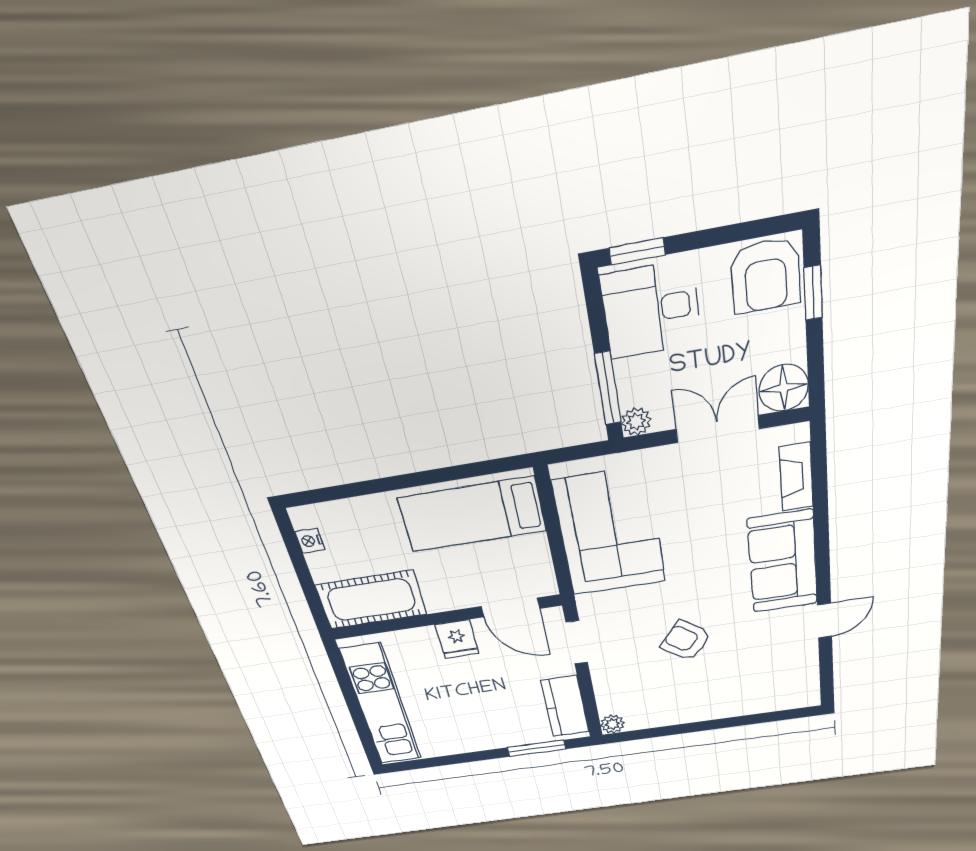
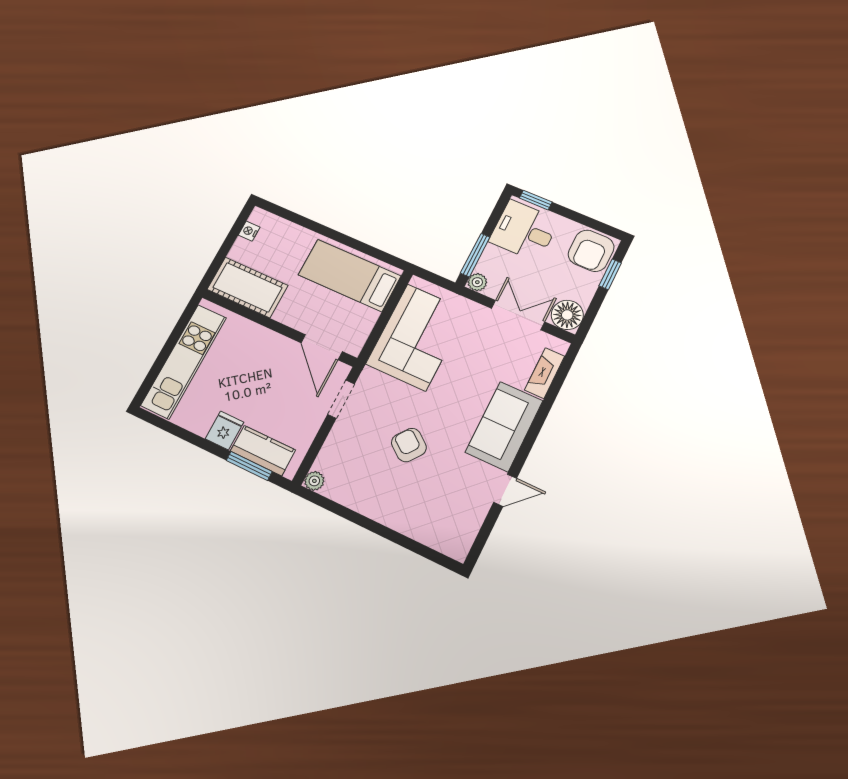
fridge: (457, 639) -> (225, 430), moved, turned 180
kitchen counter: (565, 706) -> (263, 451), moved, turned 90

